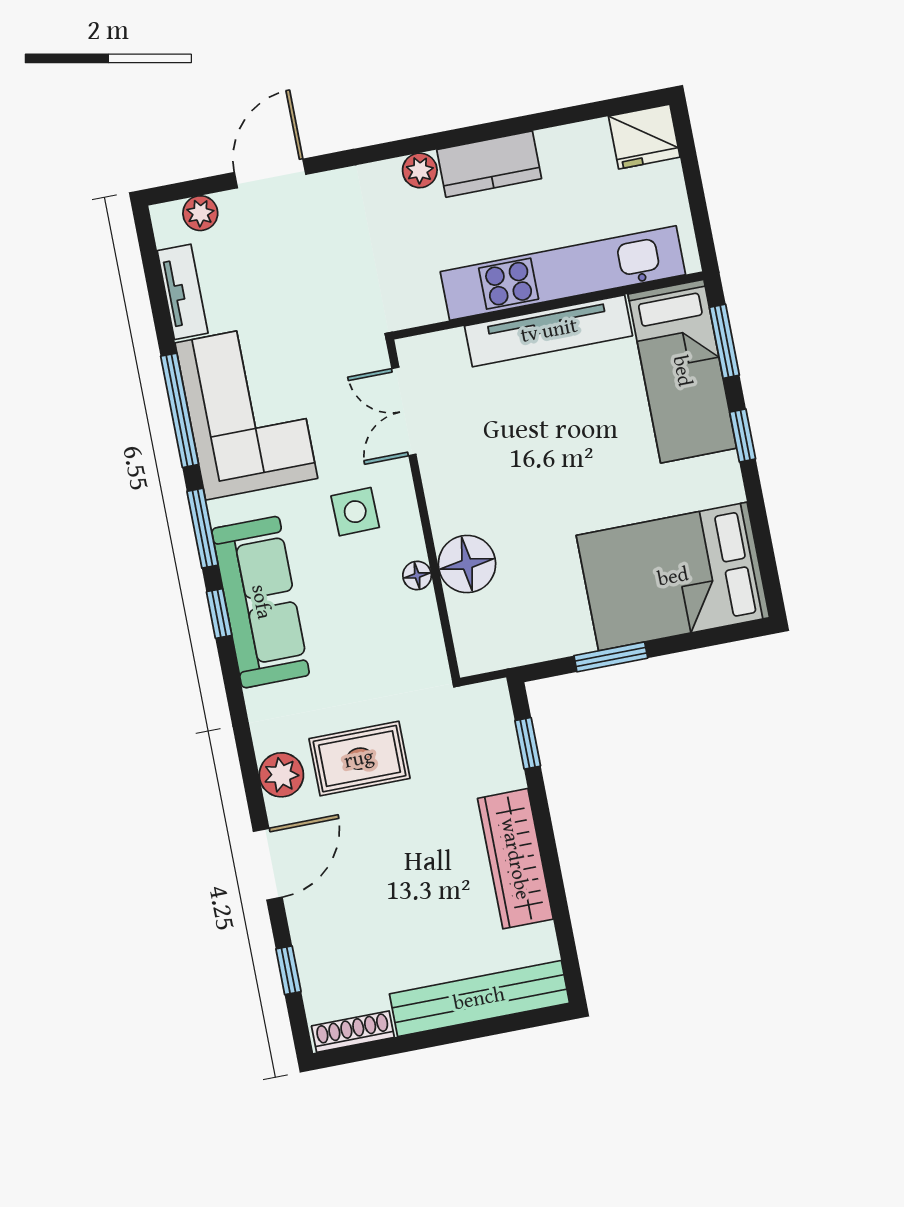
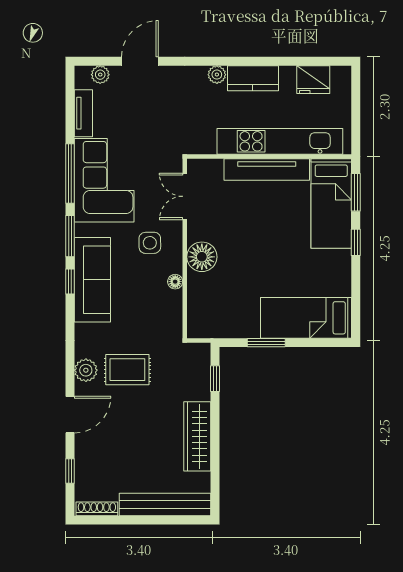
fridge: (644, 137) -> (313, 80), moved
floor lamp: (467, 564) -> (202, 257), moved
bed: (673, 577) -> (306, 318), width x0.67

